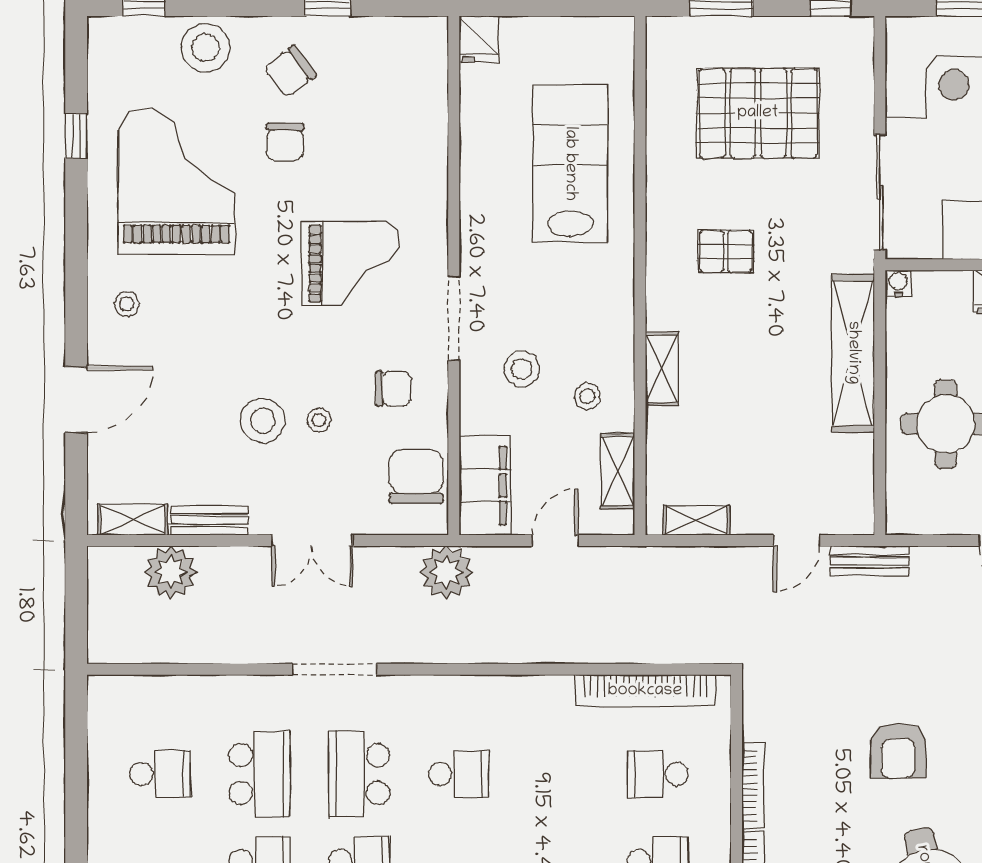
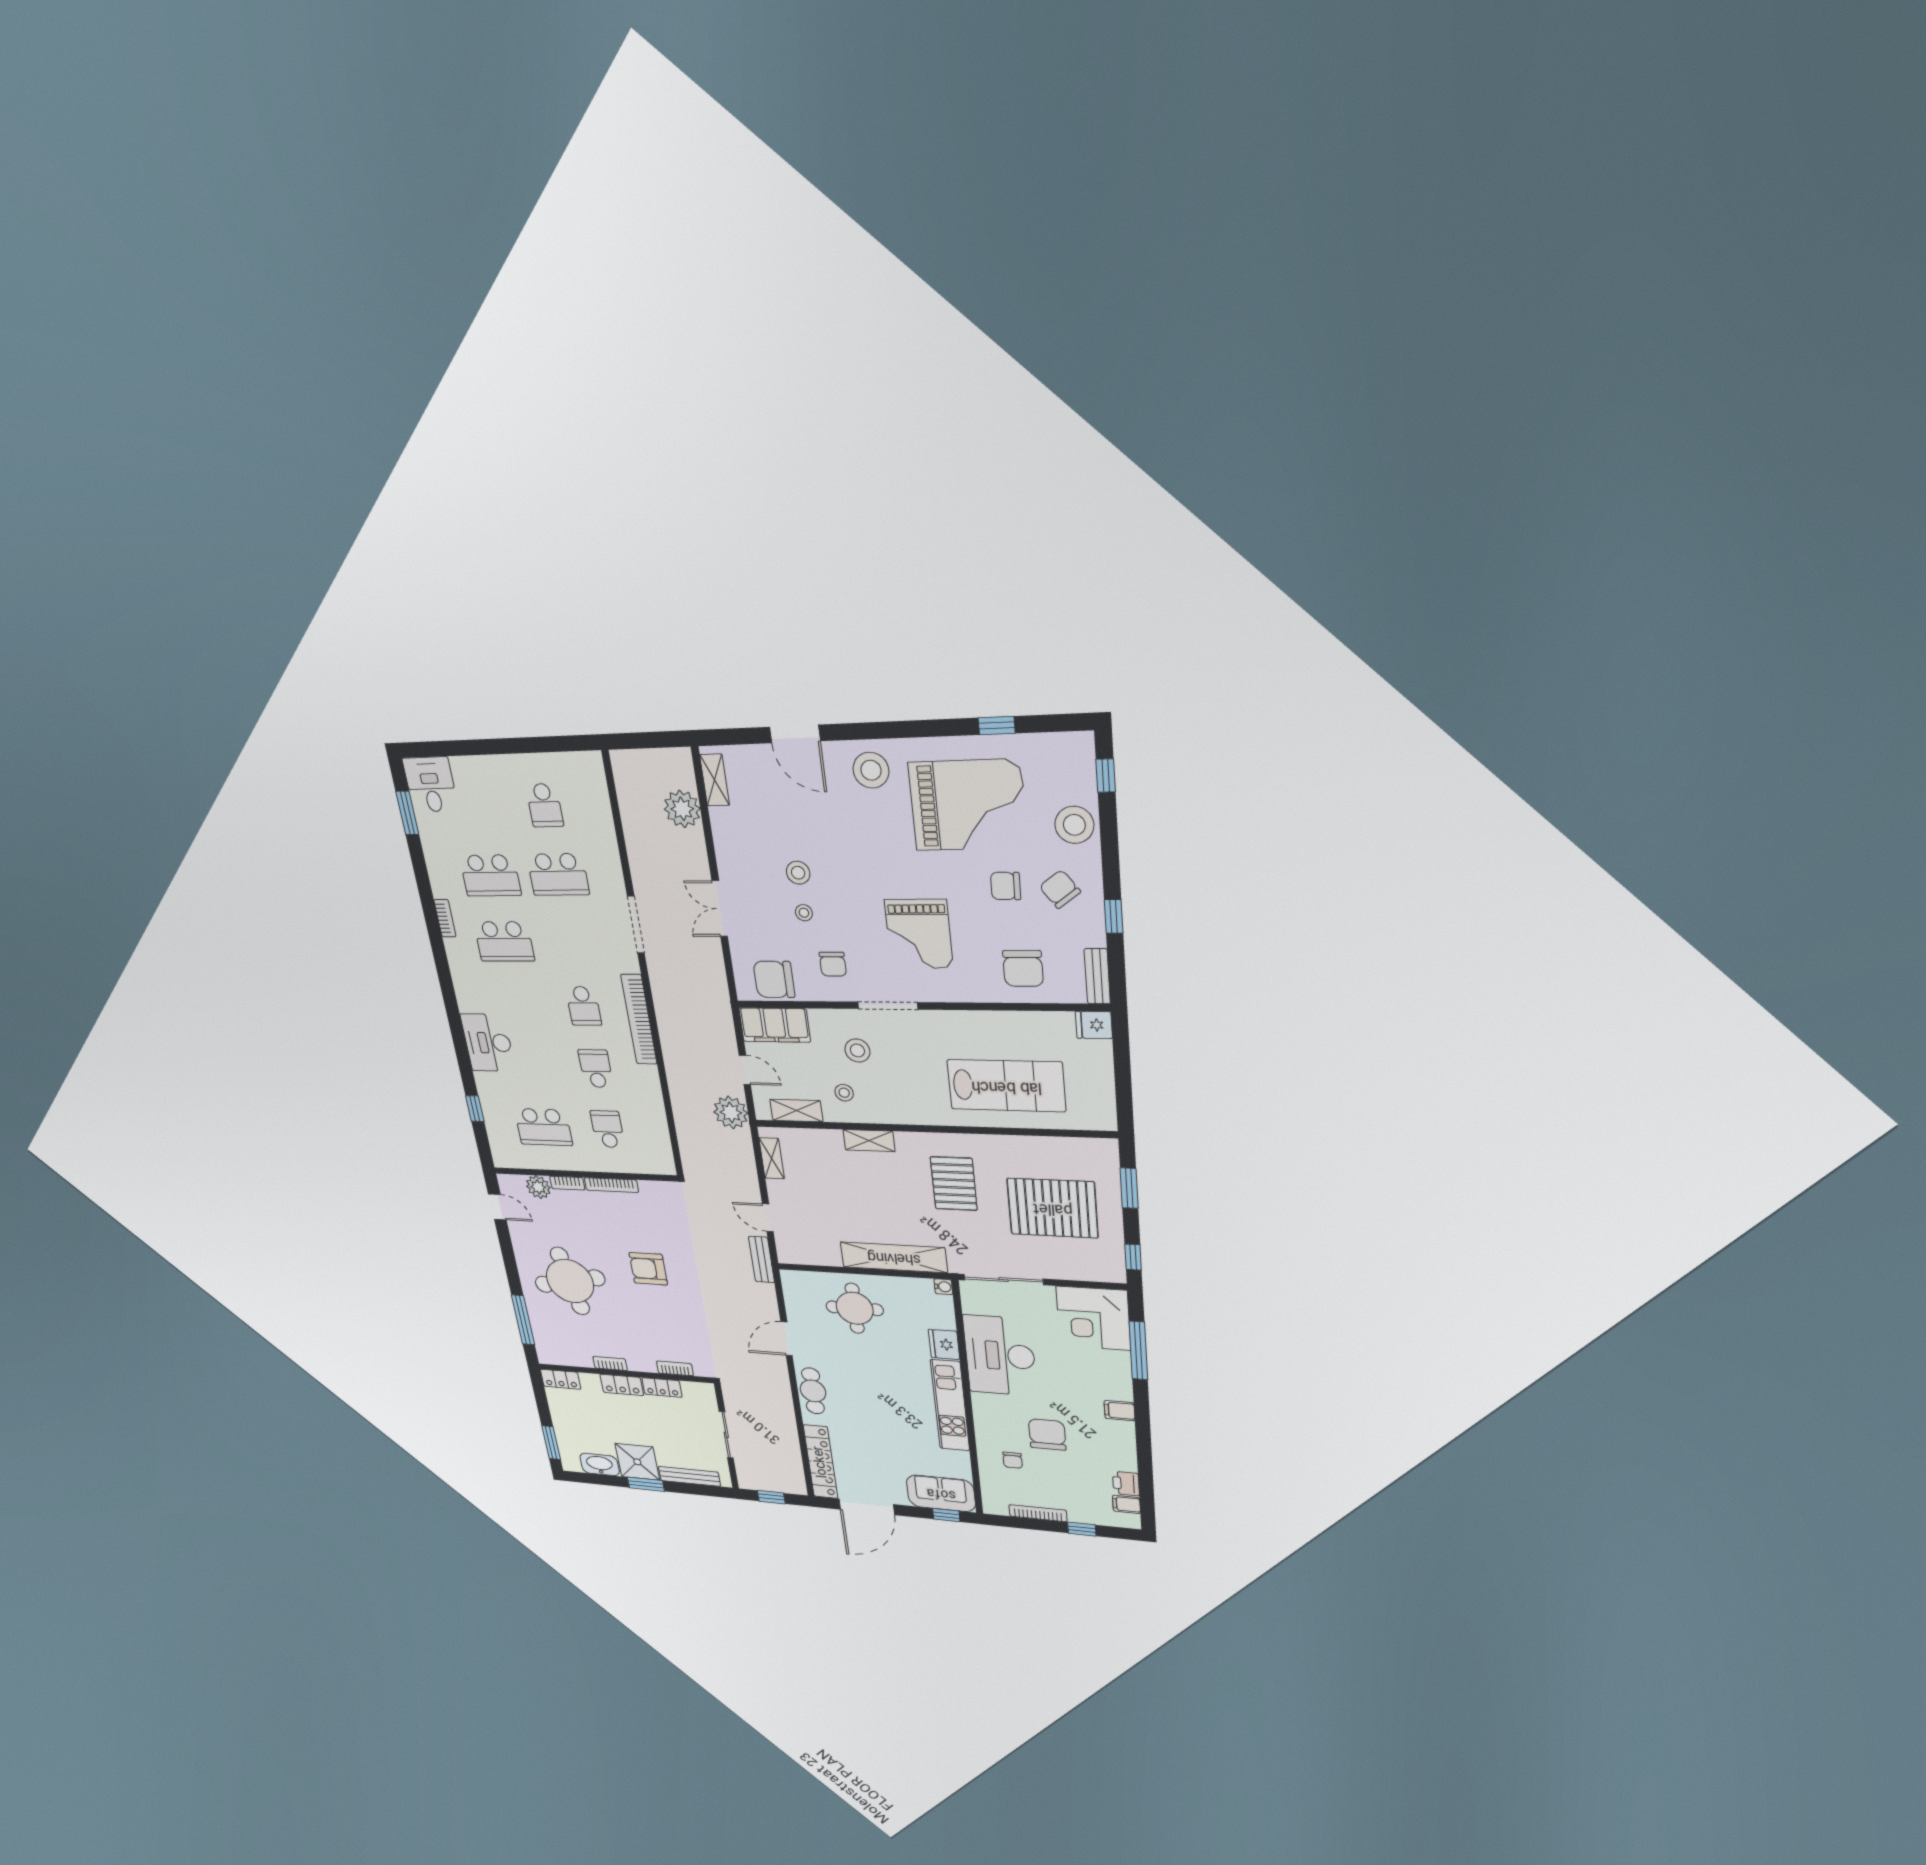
pallet: (758, 113) -> (1052, 1208), turned 90
chair: (399, 127) -> (1023, 968), added
pallet: (726, 251) -> (954, 1184), width x1.50, depth x1.42
stool: (127, 304) -> (871, 770), width x1.89, depth x1.89
stool: (263, 421) -> (798, 873), width x0.73, depth x0.73
chair: (416, 477) -> (774, 979), turned 180
bench: (209, 520) -> (1097, 976), moved
plant: (446, 572) -> (731, 1113), moved
bookcase: (645, 691) -> (639, 1019), moved
school desk: (359, 774) -> (596, 1069), moved, width x0.54

